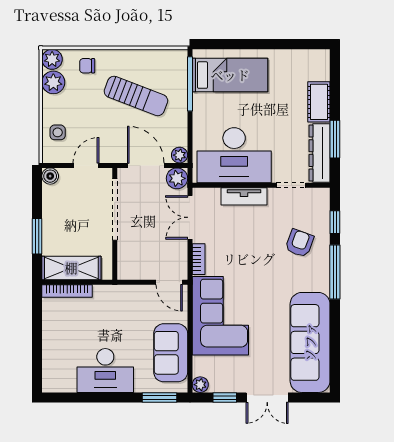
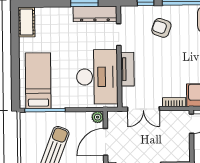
cot: (319, 102) -> (26, 22), moved, turned 90
plant: (177, 178) -> (115, 119), removed

